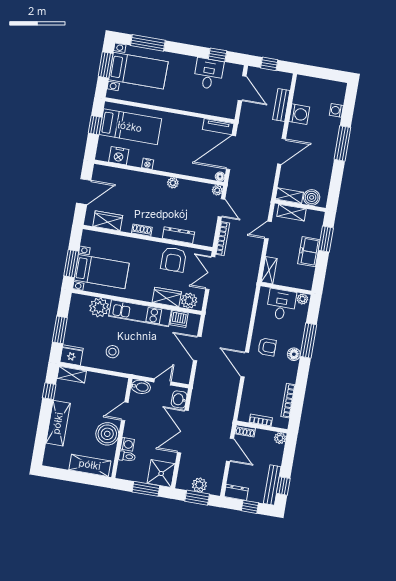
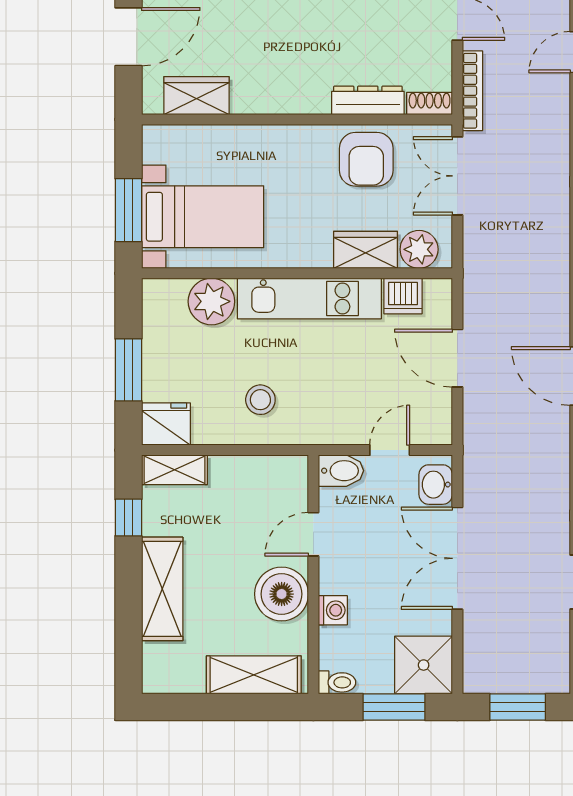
shoe rack: (142, 230) -> (430, 103), moved
toilet: (127, 456) -> (337, 682), moved
plant: (199, 485) -> (518, 676), removed

